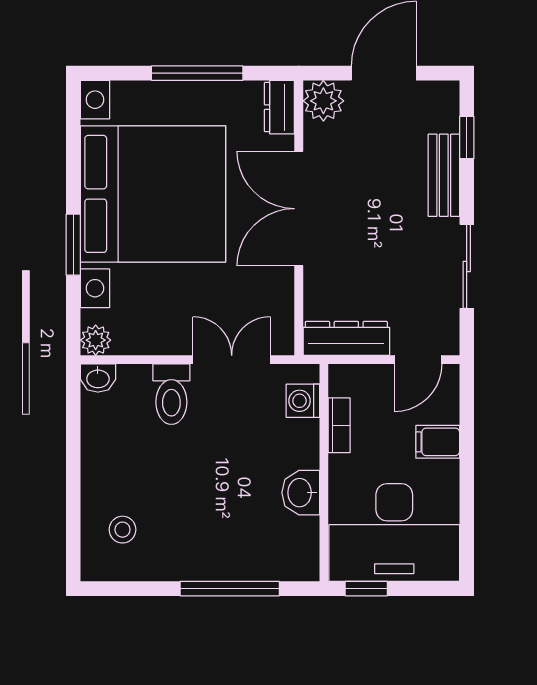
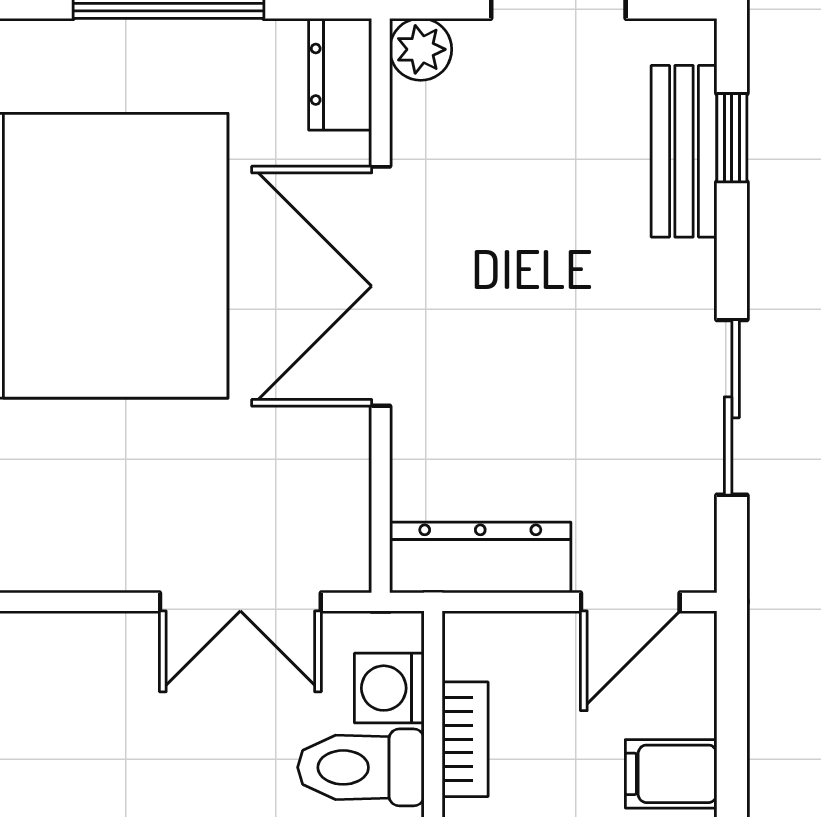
plant: (323, 101) -> (421, 49), width x0.73, depth x0.73
bench: (444, 175) -> (684, 151), moved
double door: (232, 360) -> (240, 602), swing flipped
toilet: (171, 394) -> (361, 767), moved, turned 90

